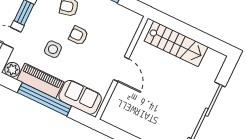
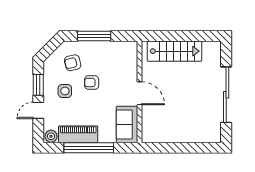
side table: (53, 49) -> (65, 91), moved
sofa: (80, 97) -> (127, 124), moved, turned -90

